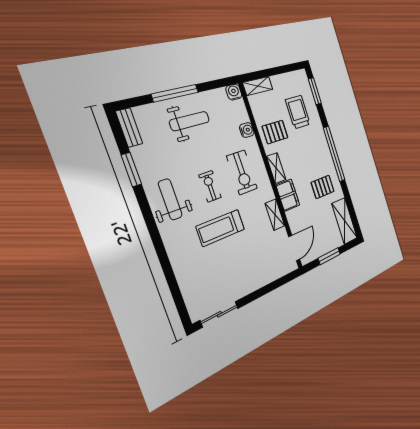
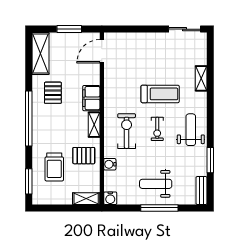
pallet: (323, 187) -> (53, 93), turned 90
weight bench: (170, 199) -> (191, 130), turned 180
shelving: (275, 215) -> (201, 78), moved

